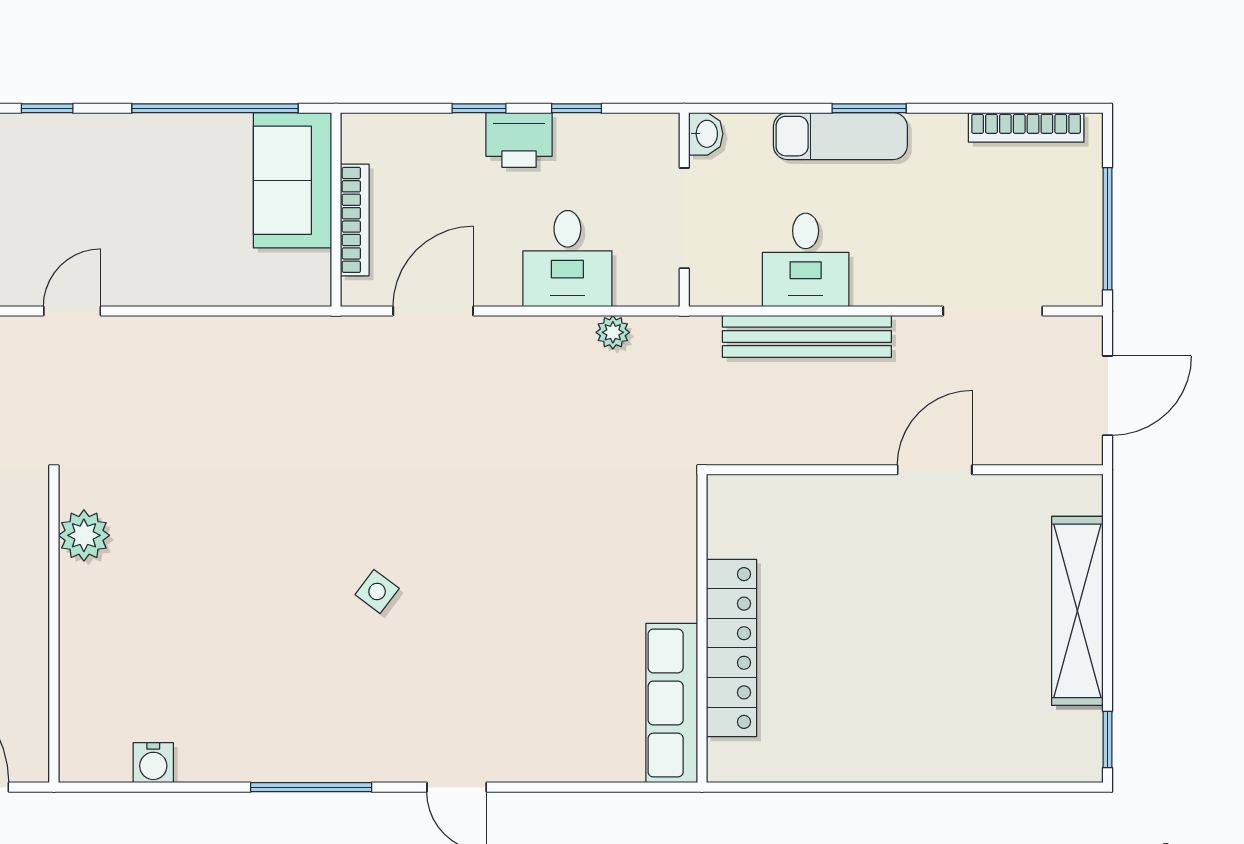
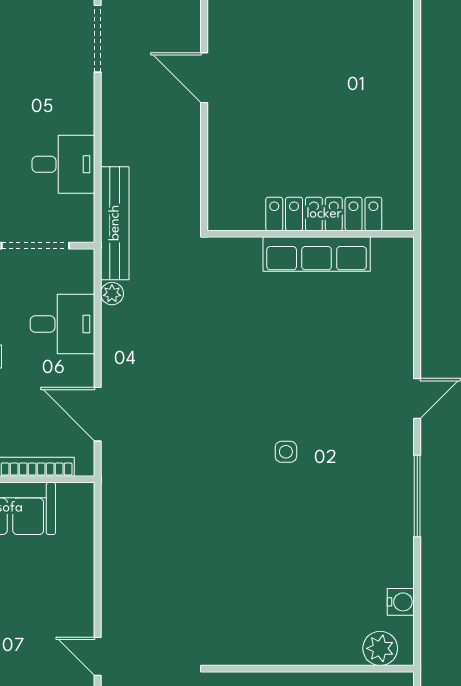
bench: (807, 336) -> (115, 223), moved
plant: (84, 535) -> (380, 648), moved
side table: (377, 591) -> (286, 452), turned -37
row of seats: (672, 703) -> (317, 254), moved

